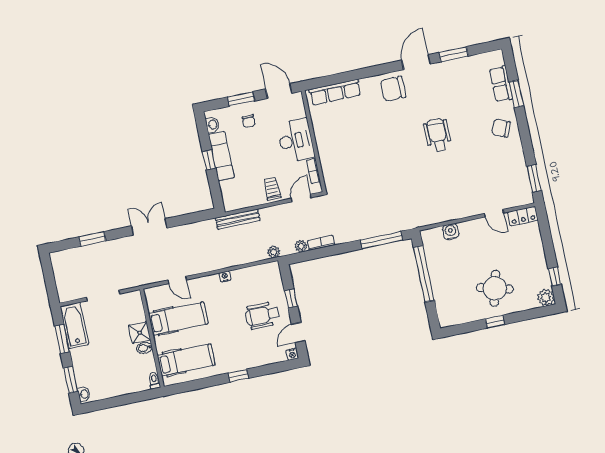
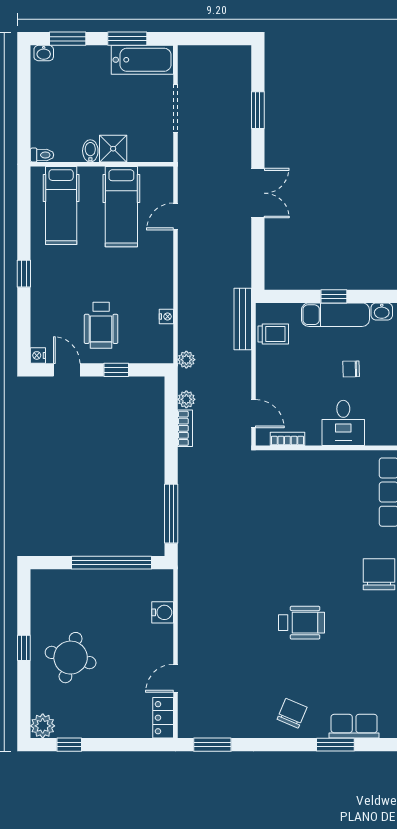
chair: (249, 121) -> (351, 369), moved
desk: (296, 140) -> (343, 423), width x0.73
trolley: (272, 189) -> (273, 334), moved
nightstand: (225, 276) -> (166, 317), moved
wheelchair: (262, 315) -> (101, 325), turned 180

